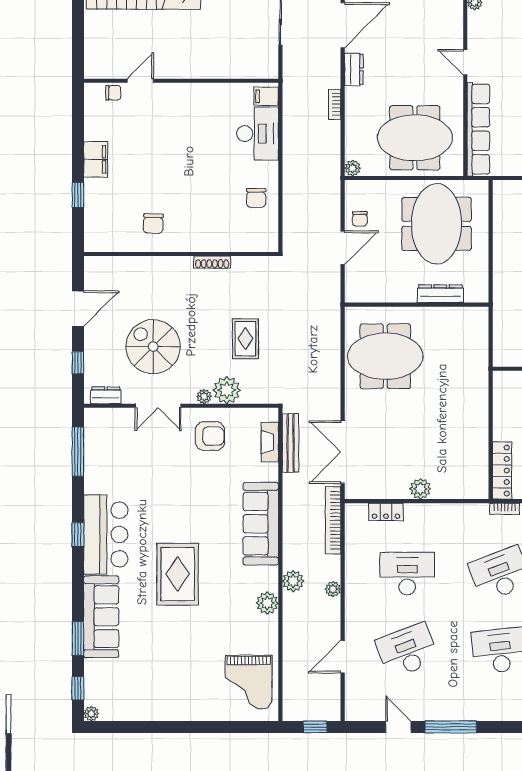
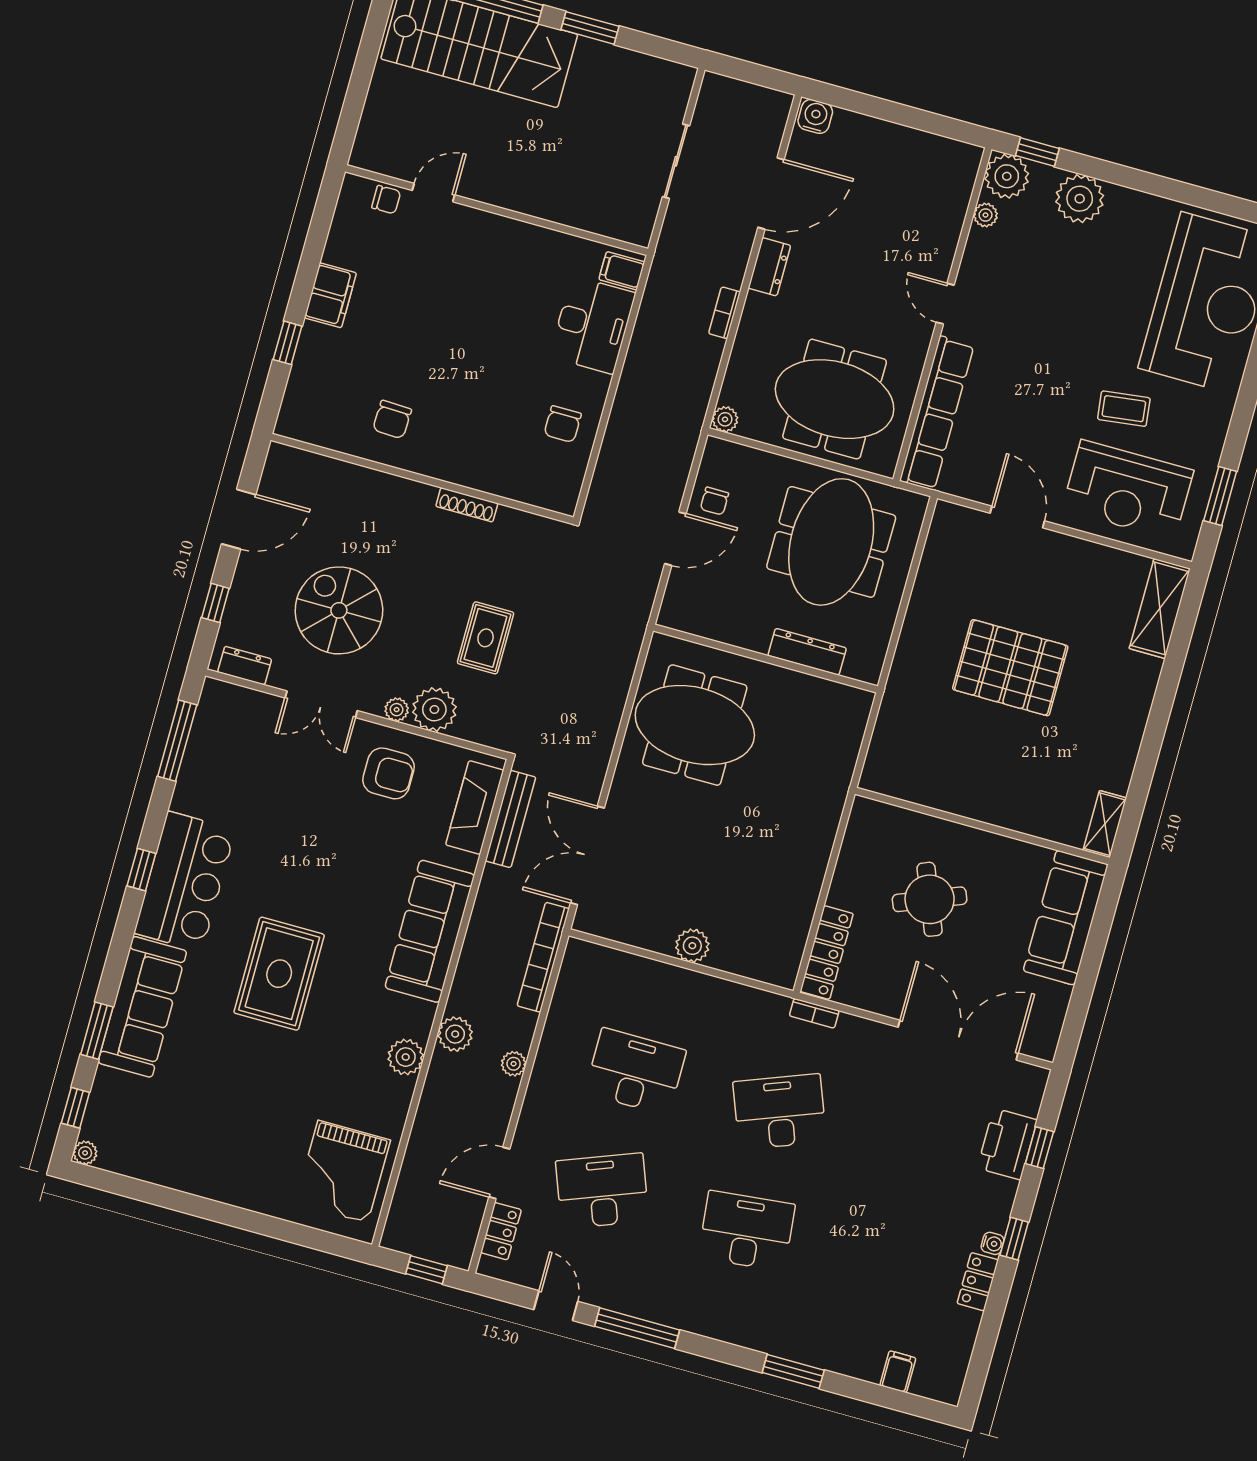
fireplace: (270, 442) -> (475, 808), width x1.37, depth x1.32
locker: (386, 512) -> (501, 1231), moved, turned -90

